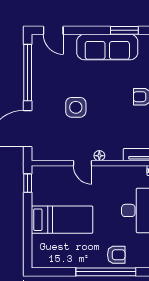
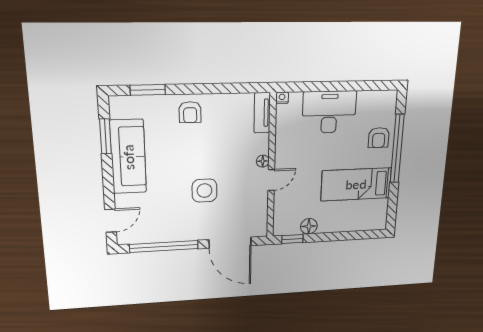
floor lamp: (39, 197) -> (309, 226), added
bed: (62, 220) -> (356, 184), moved, turned -90
armchair: (116, 255) -> (379, 138), turned 180

